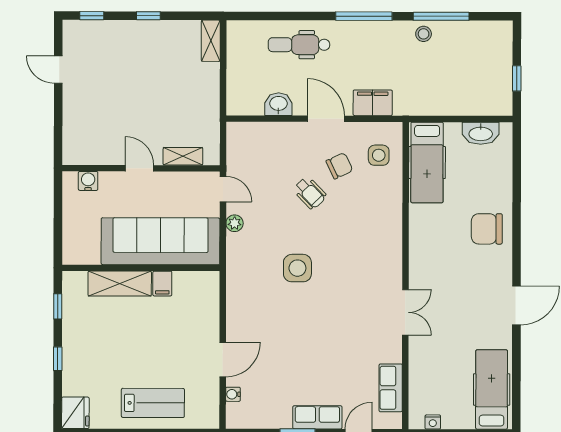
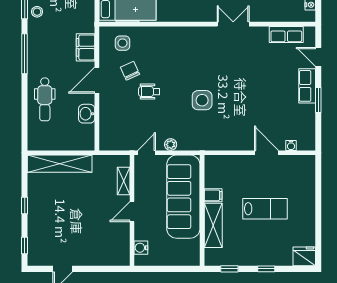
shelving: (211, 41) -> (60, 164), width x2.20, depth x1.33
wheelchair: (310, 193) -> (149, 92), turned -136
lab bench: (153, 403) -> (265, 209), moved, turned 90

